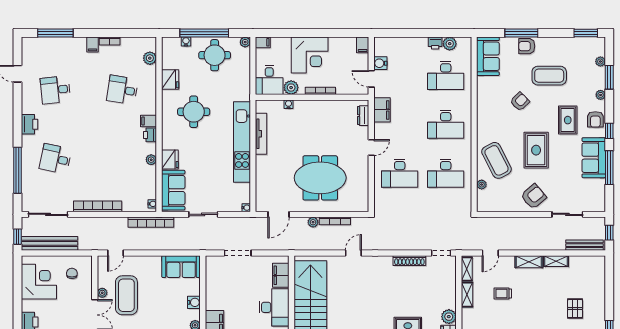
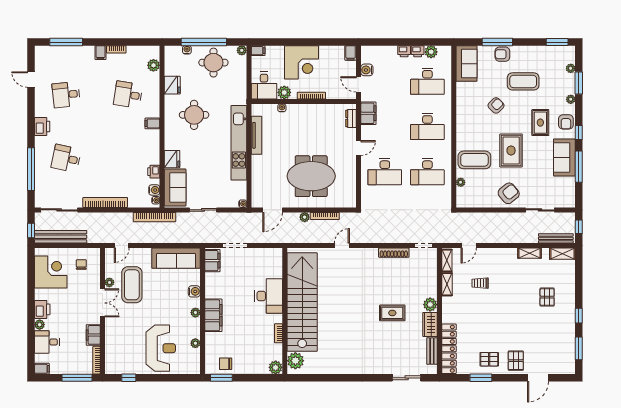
printer: (421, 43) -> (404, 51), added
printer: (150, 135) -> (154, 172), moved
plant: (151, 160) -> (155, 159), removed
coffee table: (497, 160) -> (474, 160), turned -63
water cooler: (151, 193) -> (154, 190), added
shelving: (529, 262) -> (562, 254), moved
sofa: (181, 267) -> (176, 258), width x1.36
filing cabinet: (281, 275) -> (212, 261), moved, turned 180

